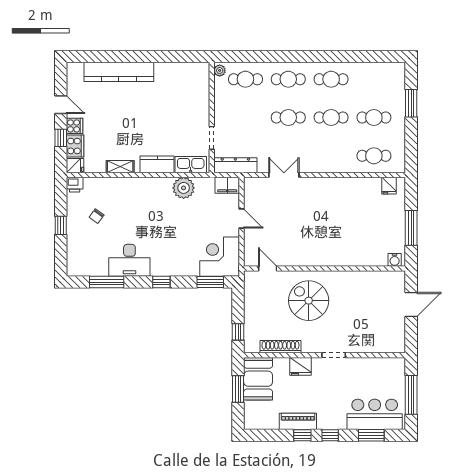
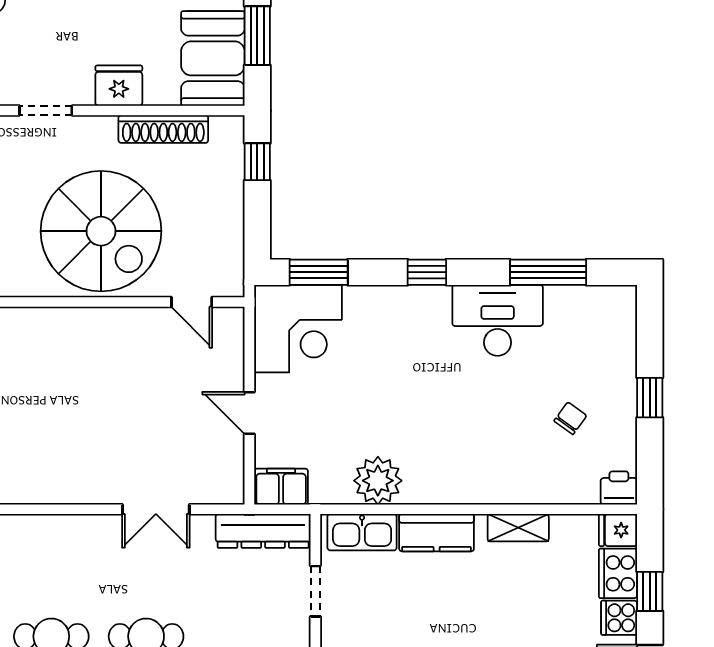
spiral stairs: (309, 301) -> (101, 231), width x1.37, depth x1.37

